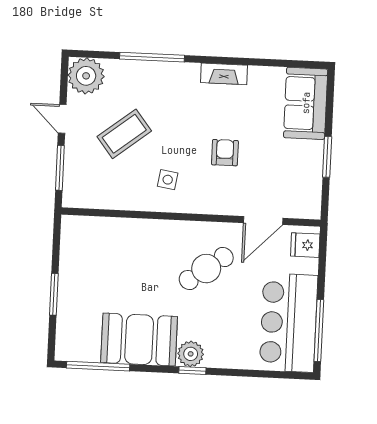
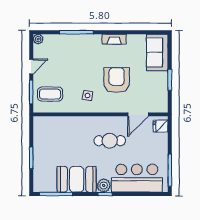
plant: (86, 76) -> (38, 39), width x0.53, depth x0.53
door: (62, 119) -> (31, 66), swing flipped
coffee table: (124, 134) -> (50, 94), moved, turned 38
armchair: (225, 153) -> (117, 80), width x1.88, depth x1.88
cafe table: (206, 269) -> (110, 141), turned 36
bar counter: (289, 323) -> (137, 178), moved, turned 90

